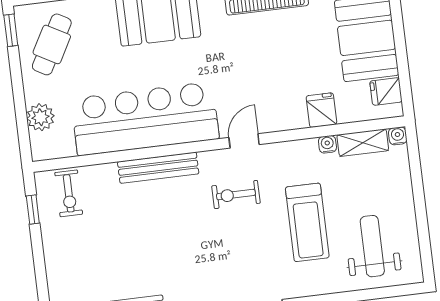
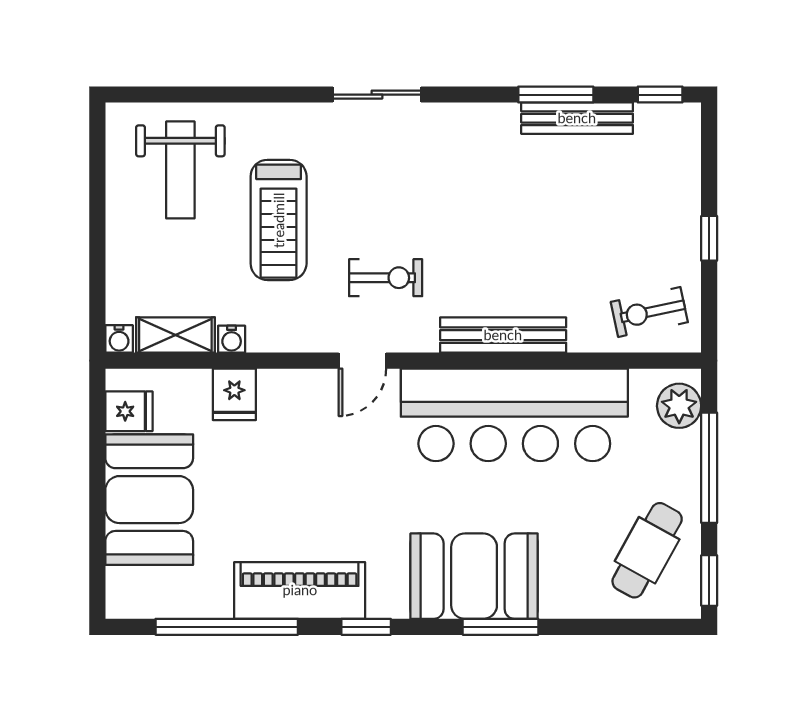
window: (19, 101) -> (709, 468), added
plant: (40, 117) -> (679, 406), moved
exercise bike: (69, 193) -> (649, 312), turned -102
window: (33, 210) -> (709, 238), moved
treadmill: (307, 222) -> (279, 220), turned 180

